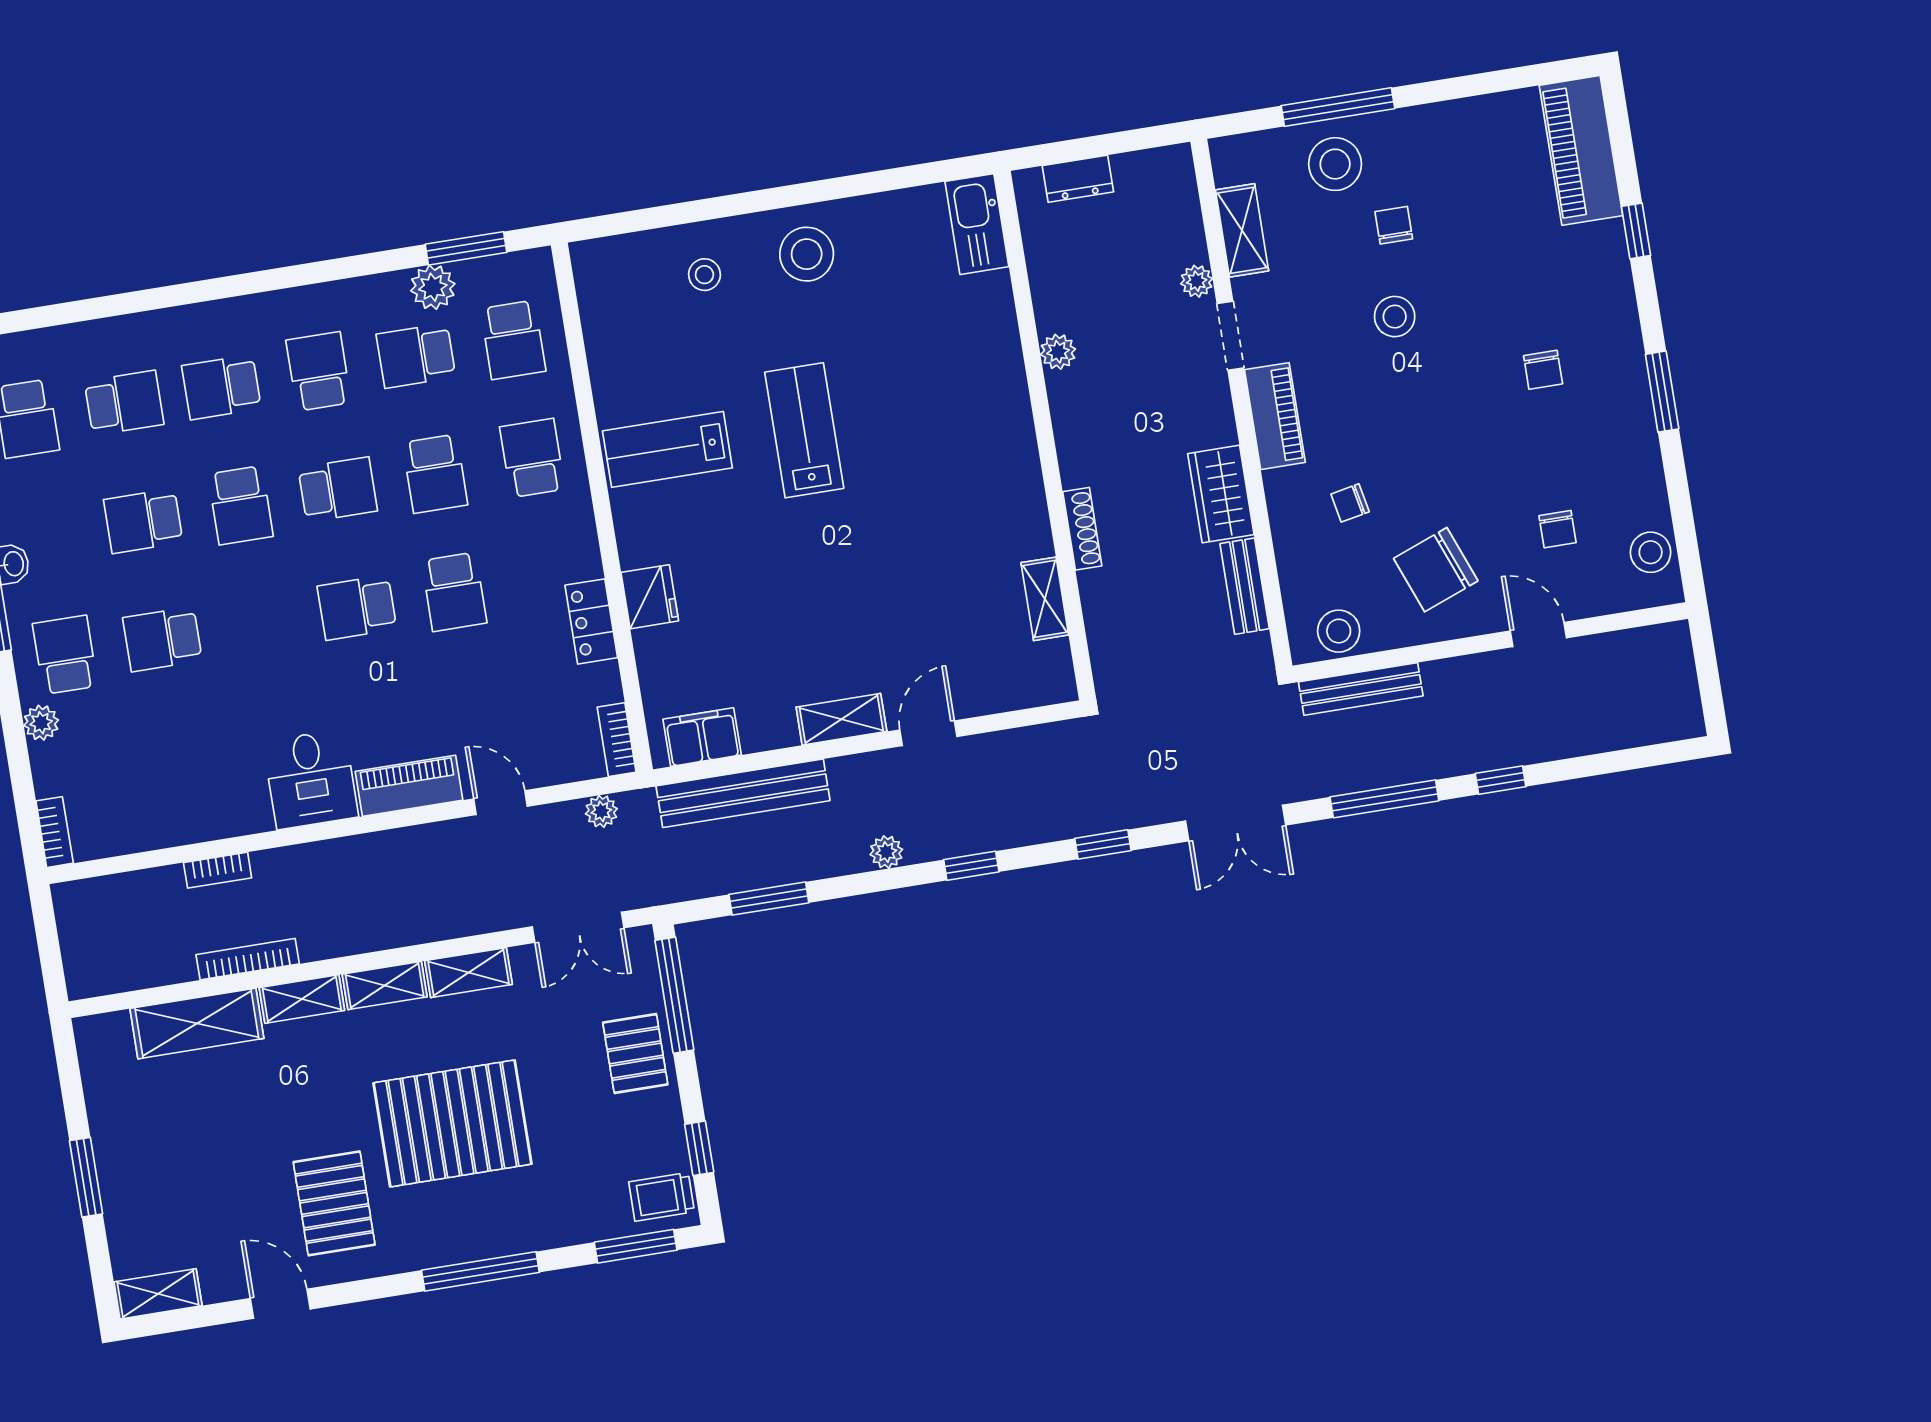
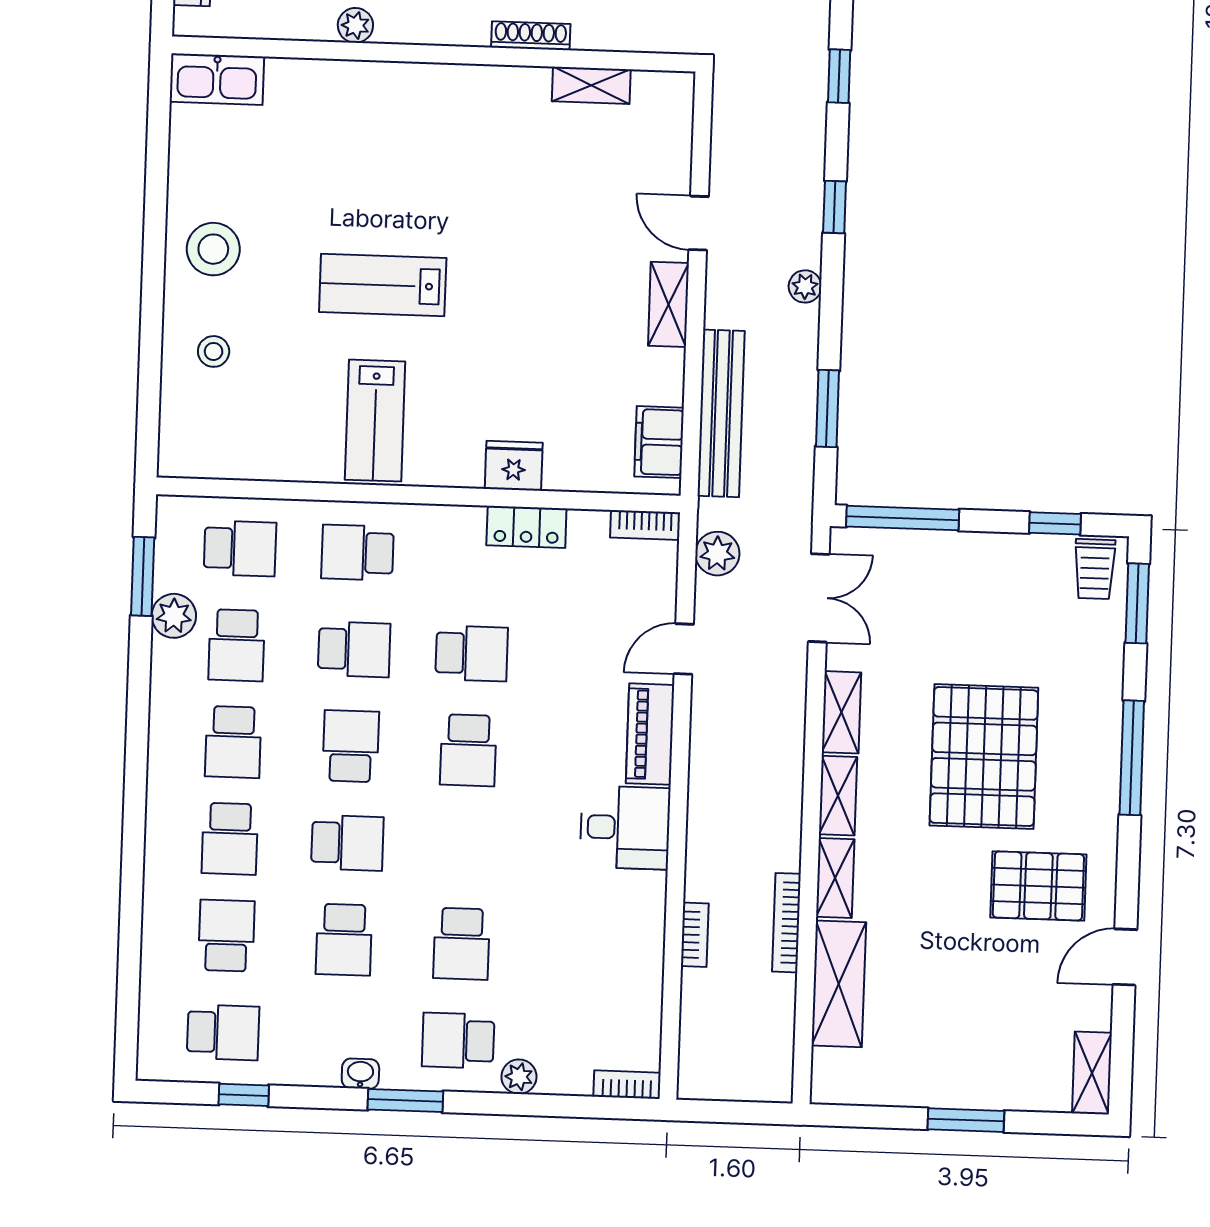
school desk: (319, 371) -> (233, 742), turned -90
plant: (601, 811) -> (717, 554), width x1.38, depth x1.38
pallet: (635, 1053) -> (951, 567), removed

